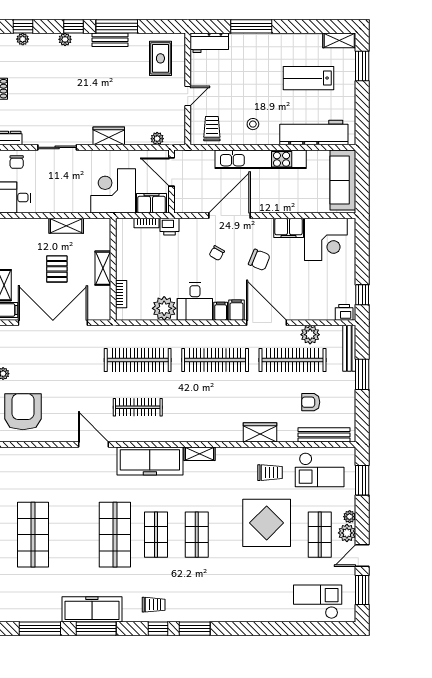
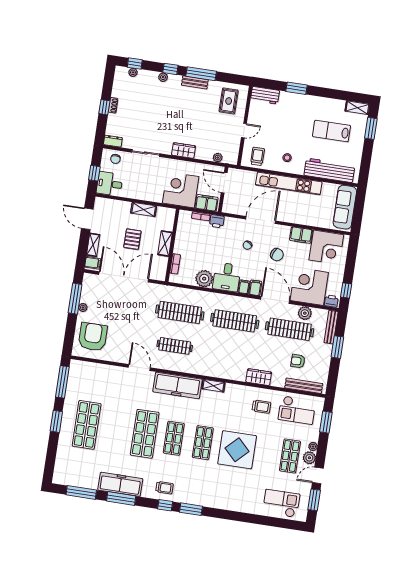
window: (251, 26) -> (296, 88), width x0.69
corner desk: (311, 297) -> (309, 286), added
display table: (267, 523) -> (237, 450), moved

